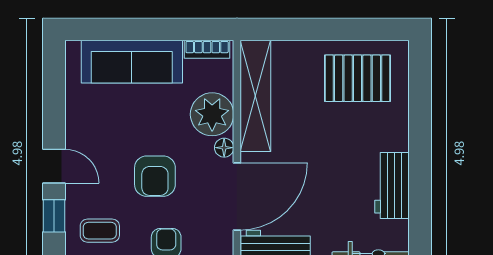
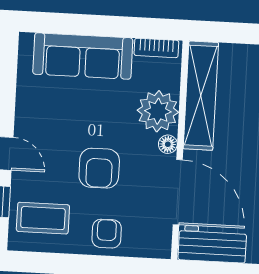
door: (237, 196) -> (178, 192), hinge flipped
coffee table: (100, 231) -> (43, 218), width x1.36, depth x1.30

